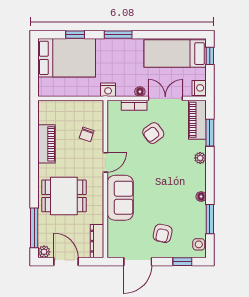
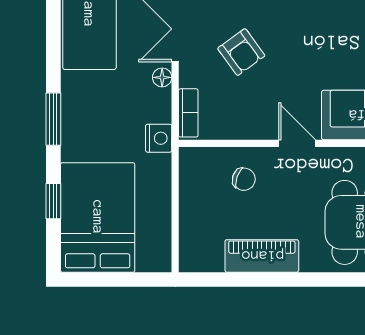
bookcase: (134, 105) -> (188, 113), moved

